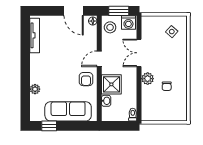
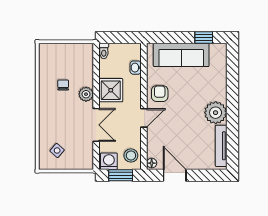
shower: (111, 84) -> (111, 90), moved
plant: (35, 89) -> (216, 113), moved, width x1.87, depth x1.87

